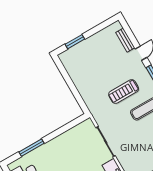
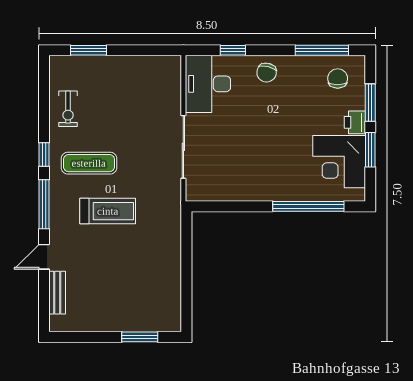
window: (32, 148) -> (308, 206), width x1.46

